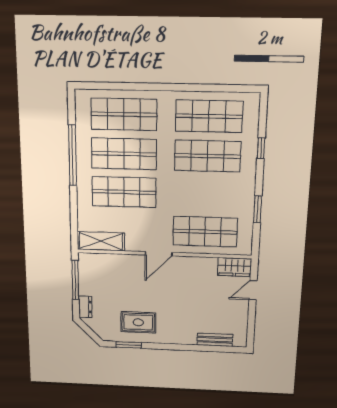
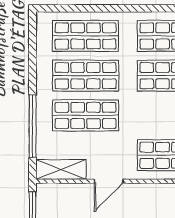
window: (73, 155) -> (33, 126), moved
door: (159, 254) -> (109, 181), moved

